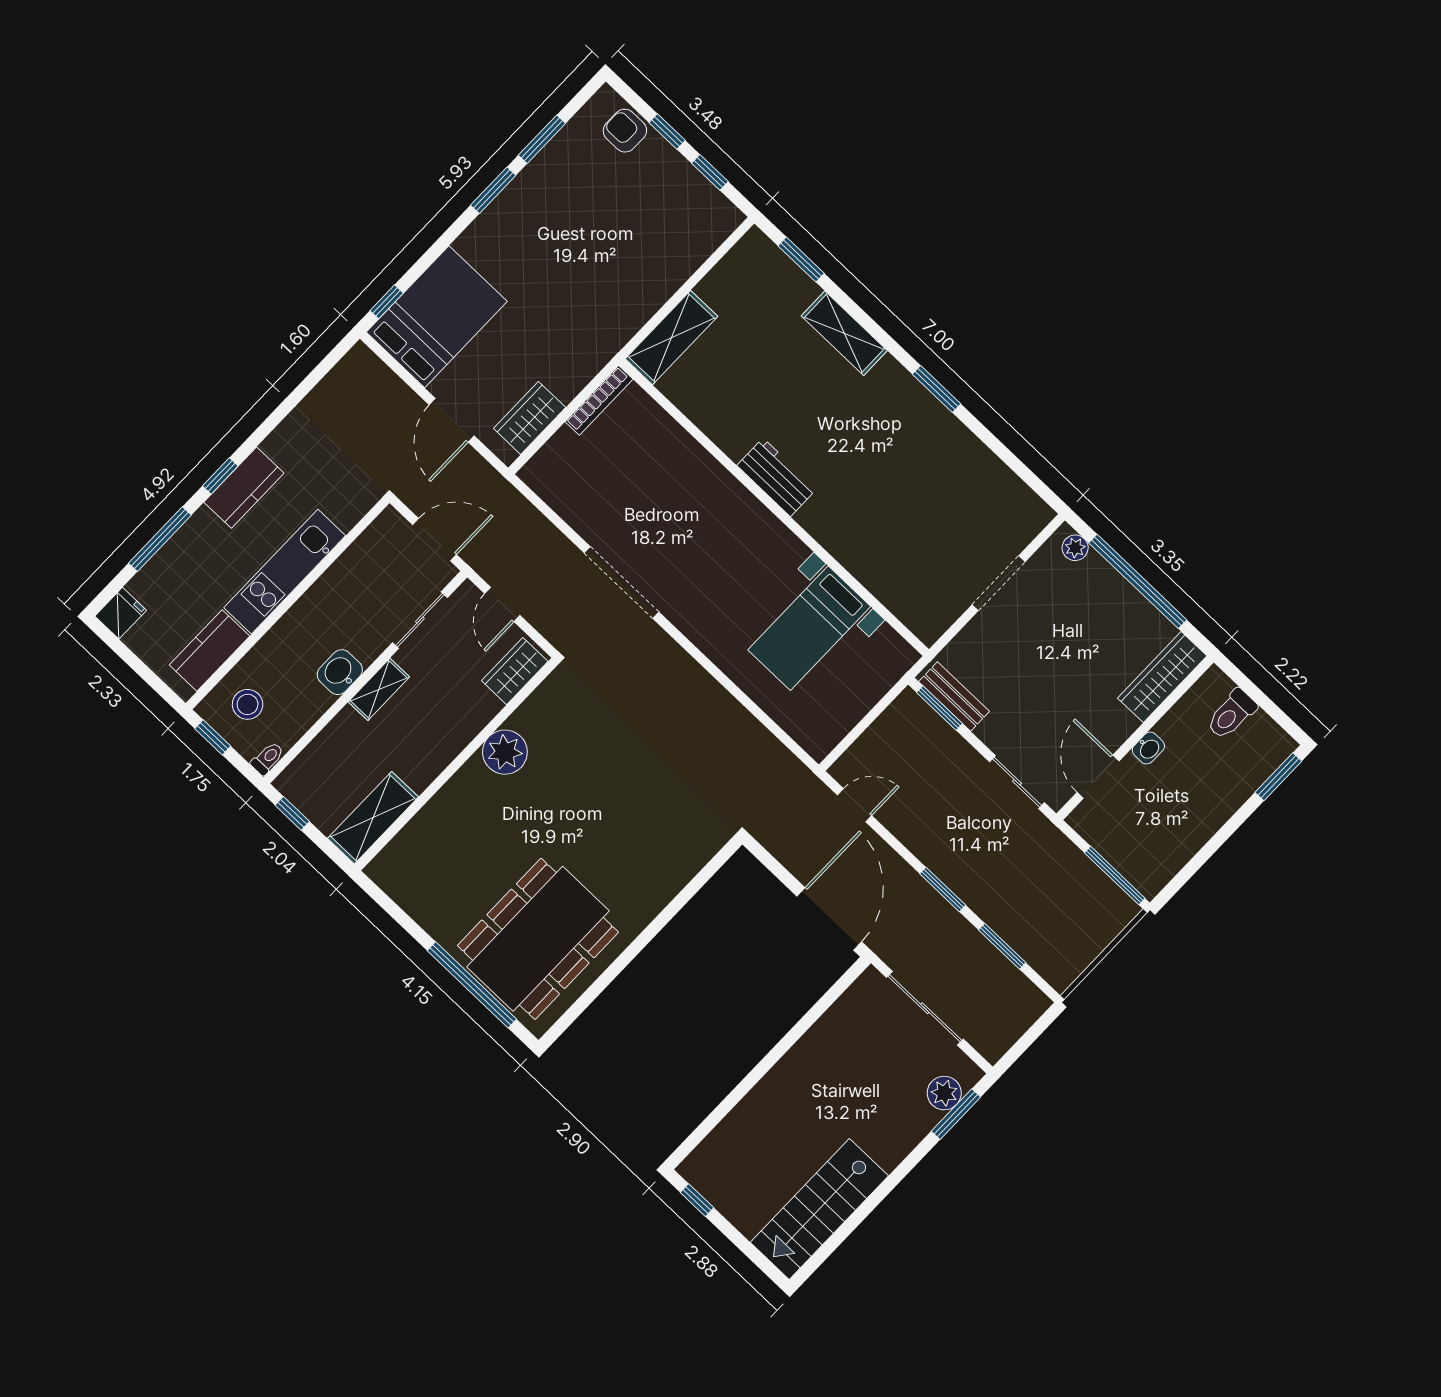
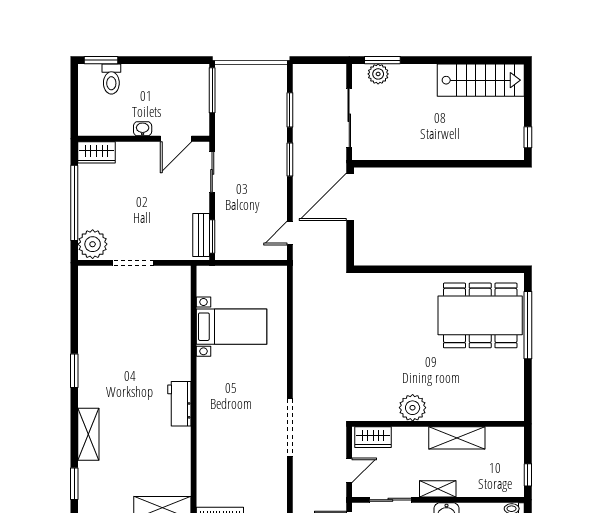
plant: (1075, 548) -> (93, 244), width x1.88, depth x1.88
wardrobe: (1162, 677) -> (97, 152), width x0.67
toilet: (1231, 714) -> (111, 79), moved, turned 90
door: (855, 805) -> (290, 233), hinge flipped
shelving: (373, 818) -> (457, 438), moved

